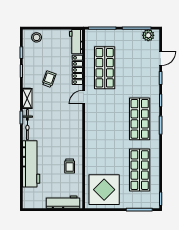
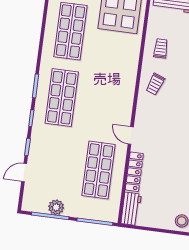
plant: (148, 35) -> (56, 207), moved
trolley: (49, 79) -> (155, 84), moved
door: (84, 97) -> (131, 135), swing flipped

